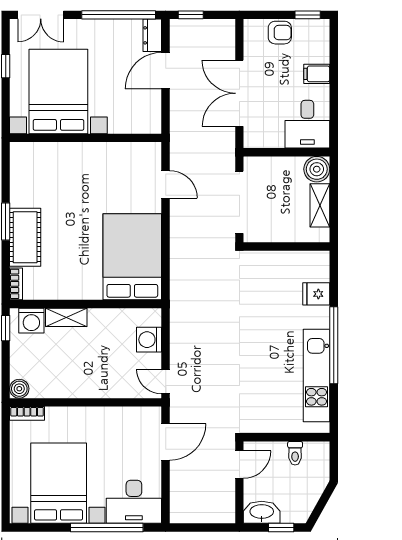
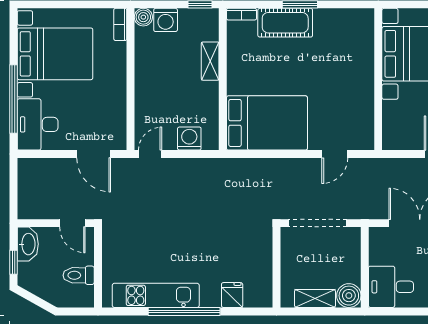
washing machine: (31, 321) -> (166, 20), moved, turned -90
toilet: (295, 453) -> (79, 275), width x1.37, depth x1.39

